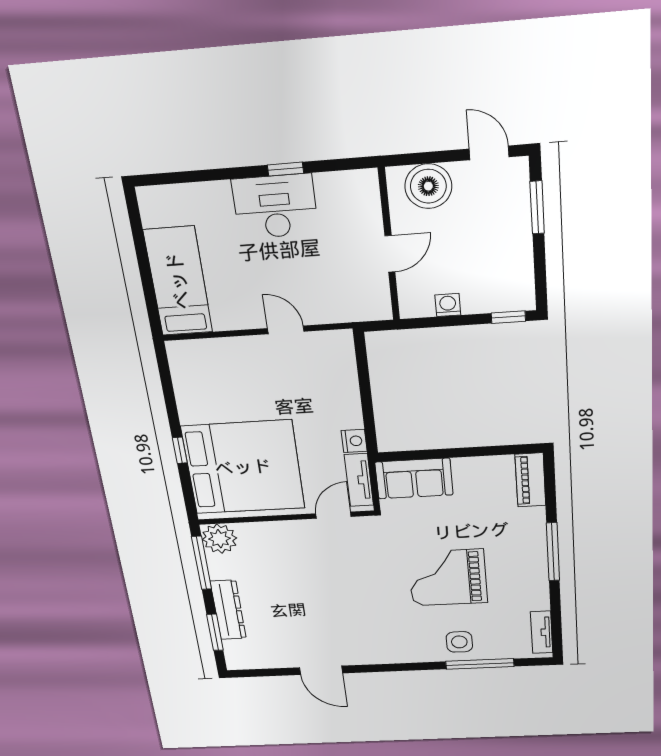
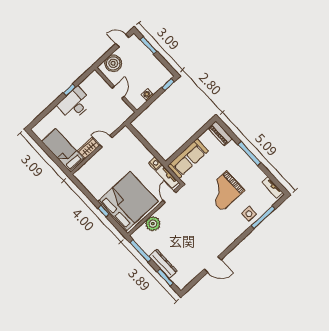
wardrobe: (238, 316) -> (89, 148), added
sofa: (414, 479) -> (188, 158), width x1.36
plant: (219, 539) -> (153, 224), moved

